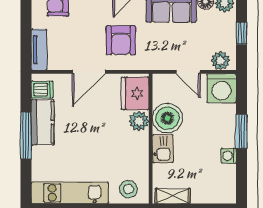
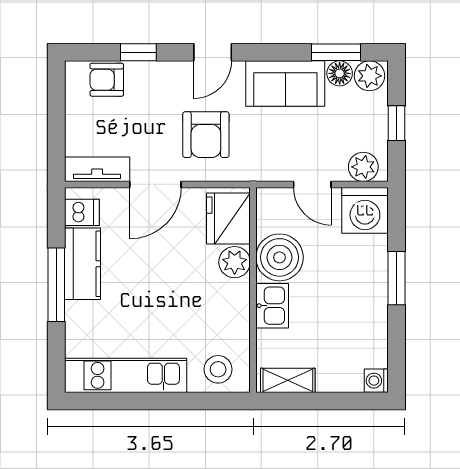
tv unit: (39, 50) -> (97, 169), moved, turned -90
washing machine: (229, 156) -> (376, 381), moved

